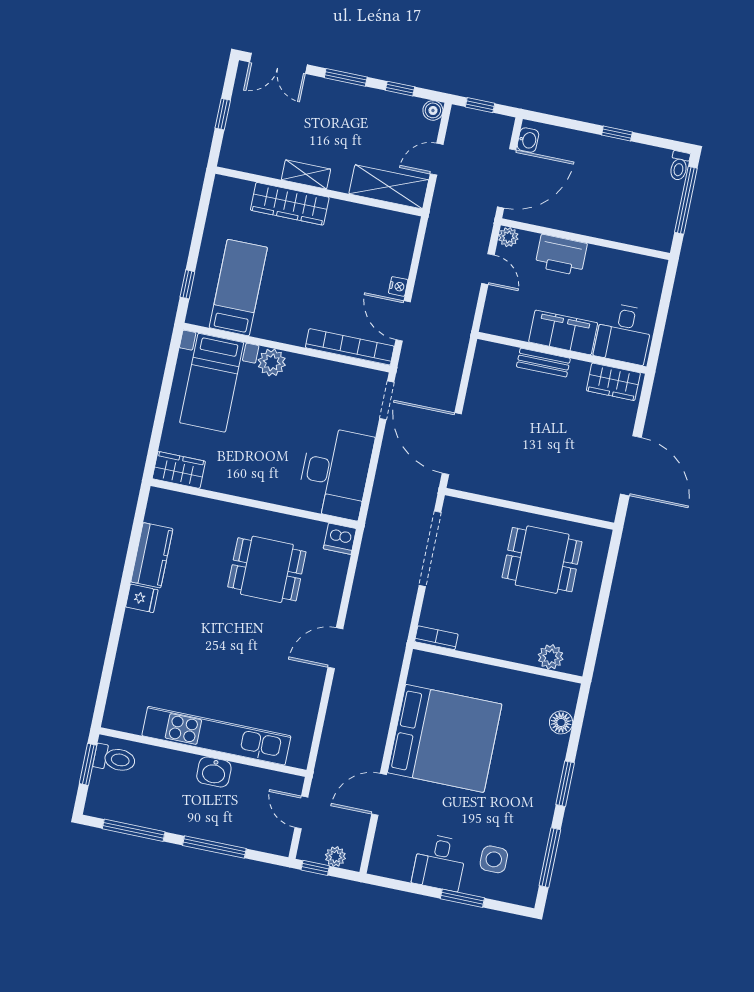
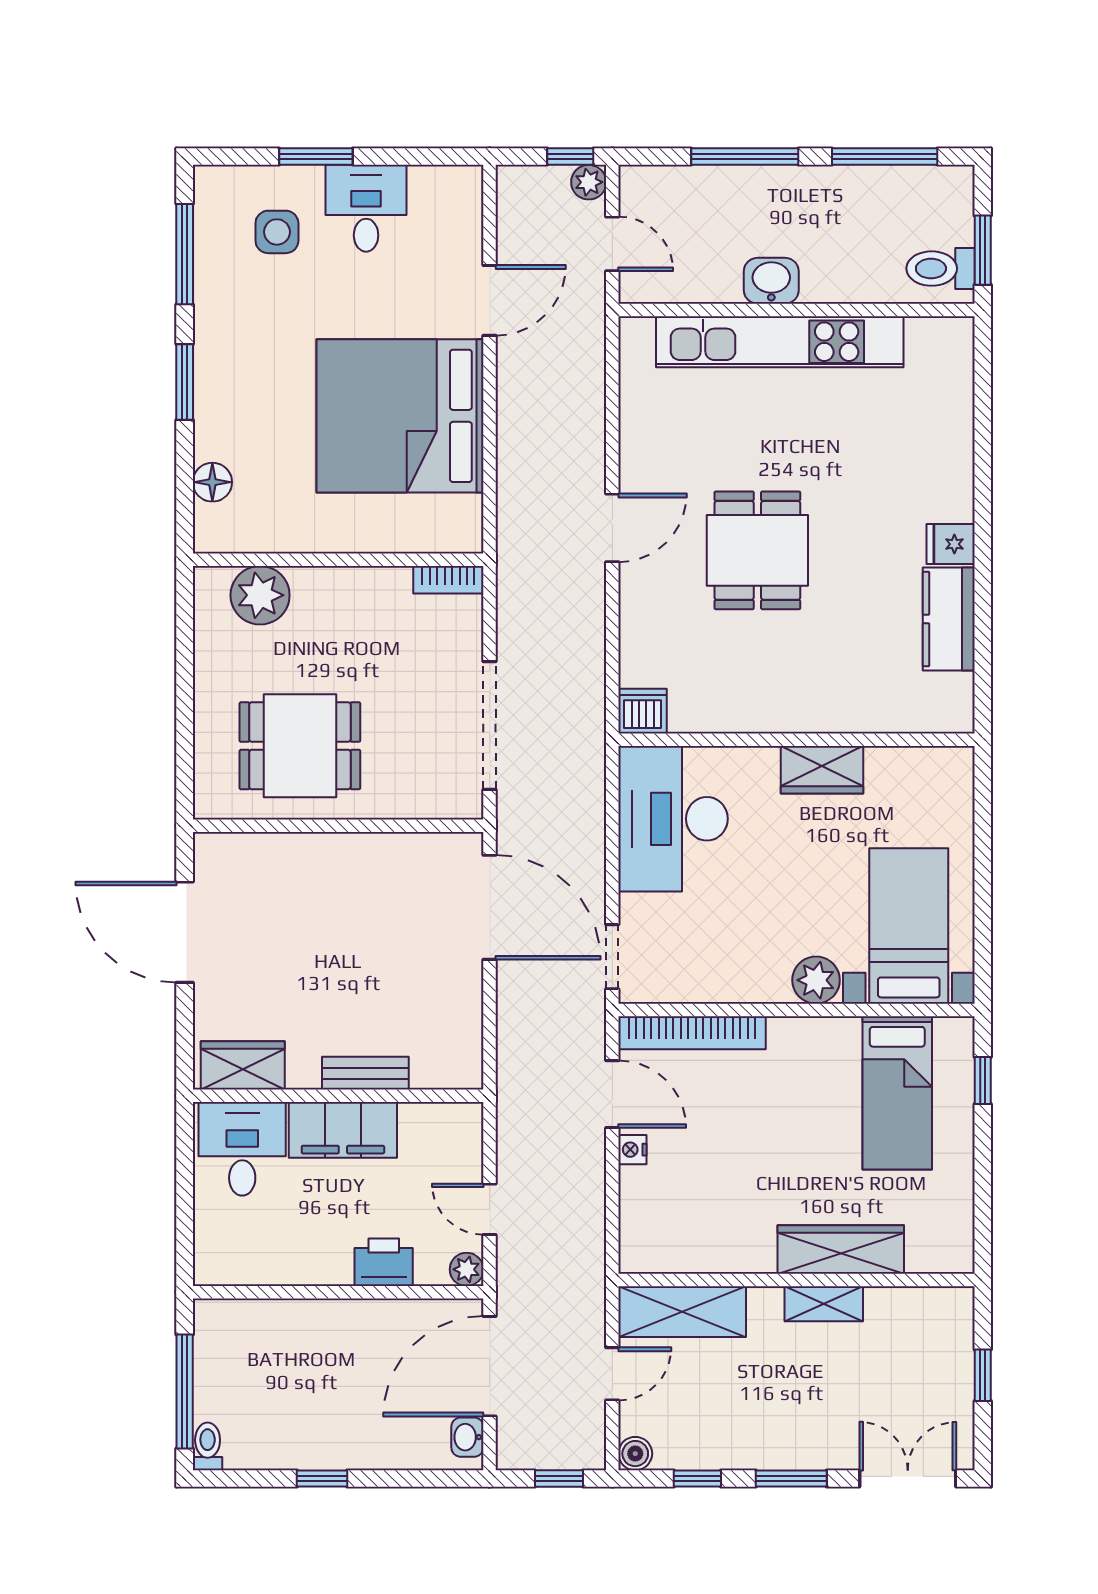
printer: (561, 255) -> (384, 1262), width x0.73, depth x0.84
wardrobe: (179, 470) -> (822, 770), moved
dining table: (267, 569) -> (757, 550), moved, turned 90
plant: (551, 657) -> (260, 595), width x1.36, depth x1.36
plant: (335, 857) -> (589, 182), moved

